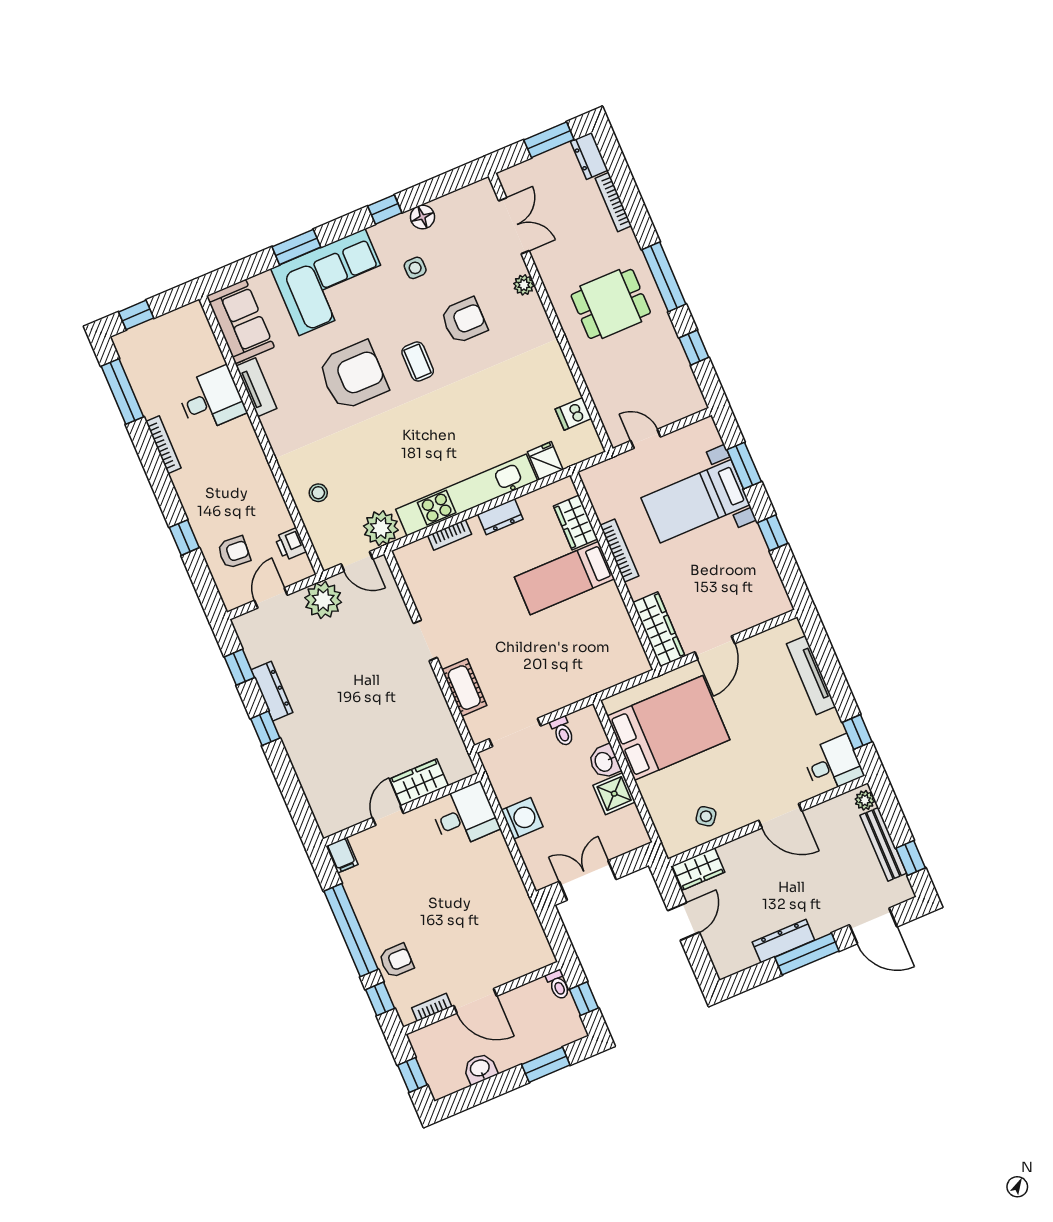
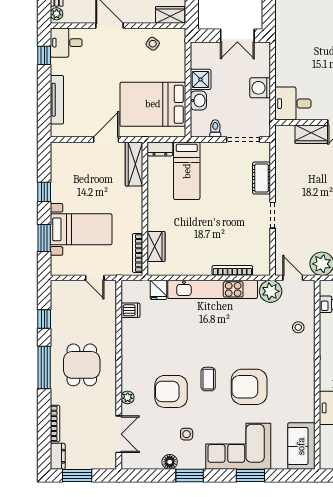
window: (385, 209) -> (190, 476), width x1.50
double door: (514, 226) -> (119, 434), swing flipped
dining table: (611, 304) -> (82, 365), turned 90
armchair: (464, 320) -> (171, 391), width x1.36, depth x1.36
tv unit: (256, 387) -> (308, 404), removed
dresser: (500, 517) -> (160, 149), moved, turned 180
bookcase: (450, 535) -> (232, 270), width x1.56
bookcase: (619, 551) -> (138, 253), moved
bed: (565, 578) -> (187, 171), moved, turned 90

